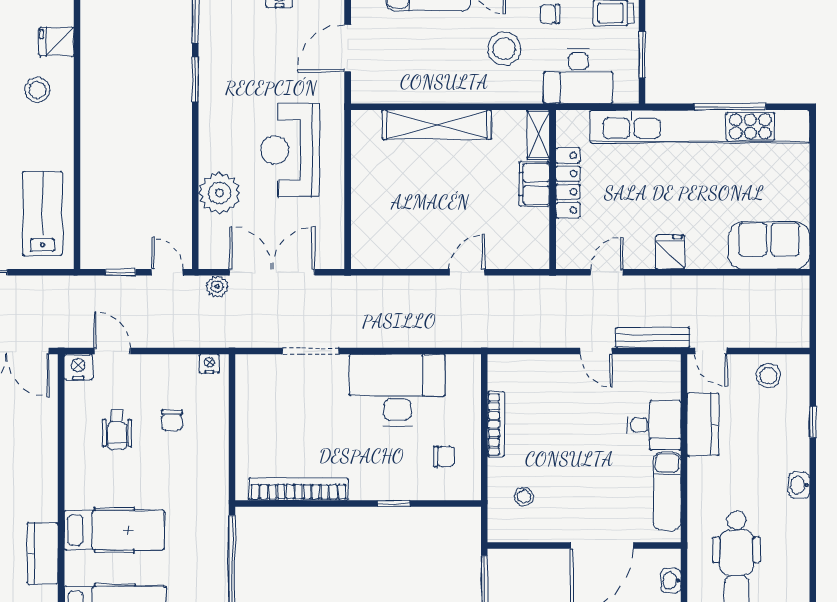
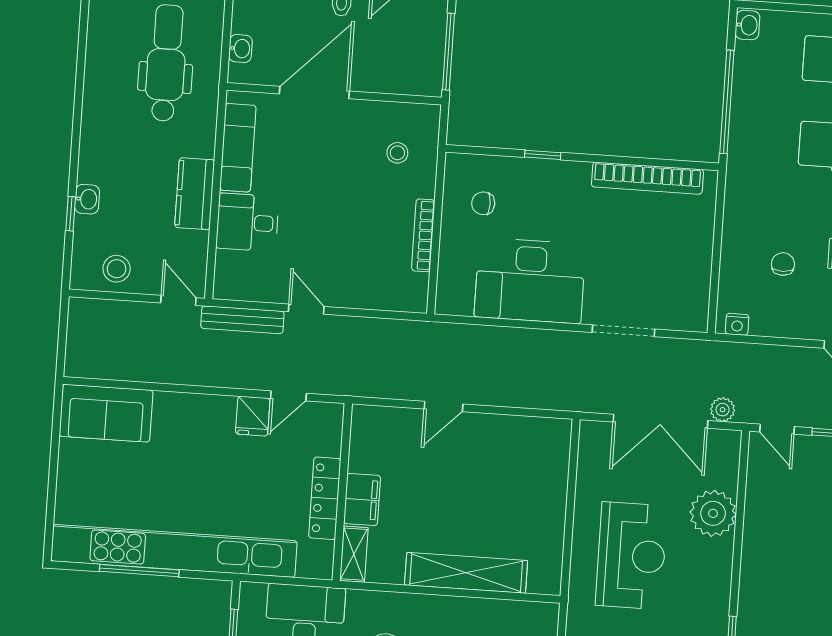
fridge: (670, 252) -> (253, 416), moved
kitchen counter: (703, 424) -> (195, 194), moved
washbasin: (799, 485) -> (87, 199), moved

